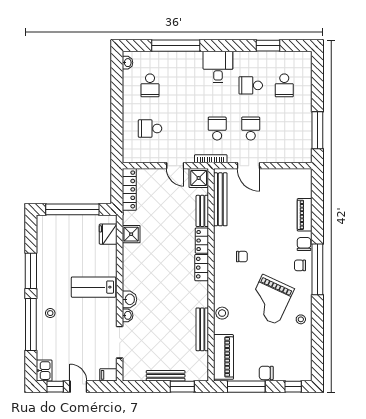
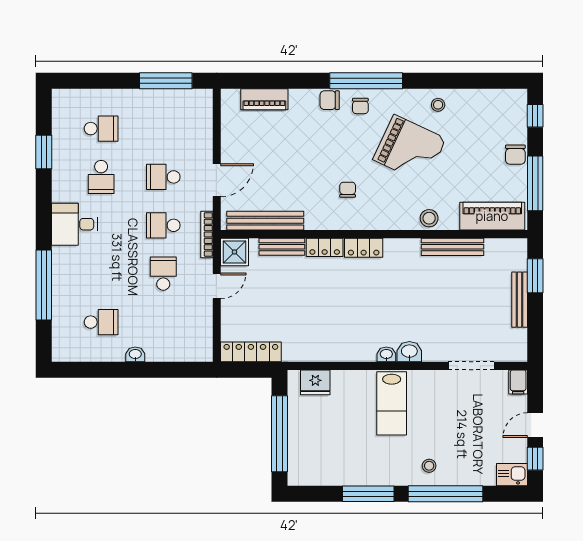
washbasin: (128, 63) -> (135, 354), moved
school desk: (150, 129) -> (163, 274), moved, turned 180
piano: (305, 215) -> (264, 99), moved
shower: (131, 234) -> (315, 349), removed
washbasin: (128, 315) -> (386, 354), moved

